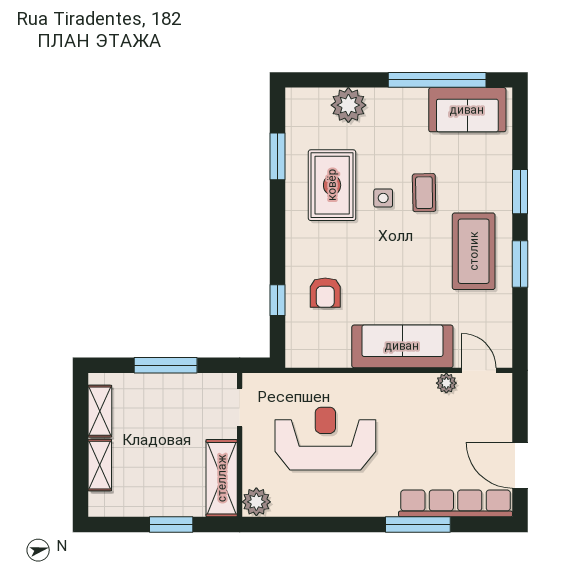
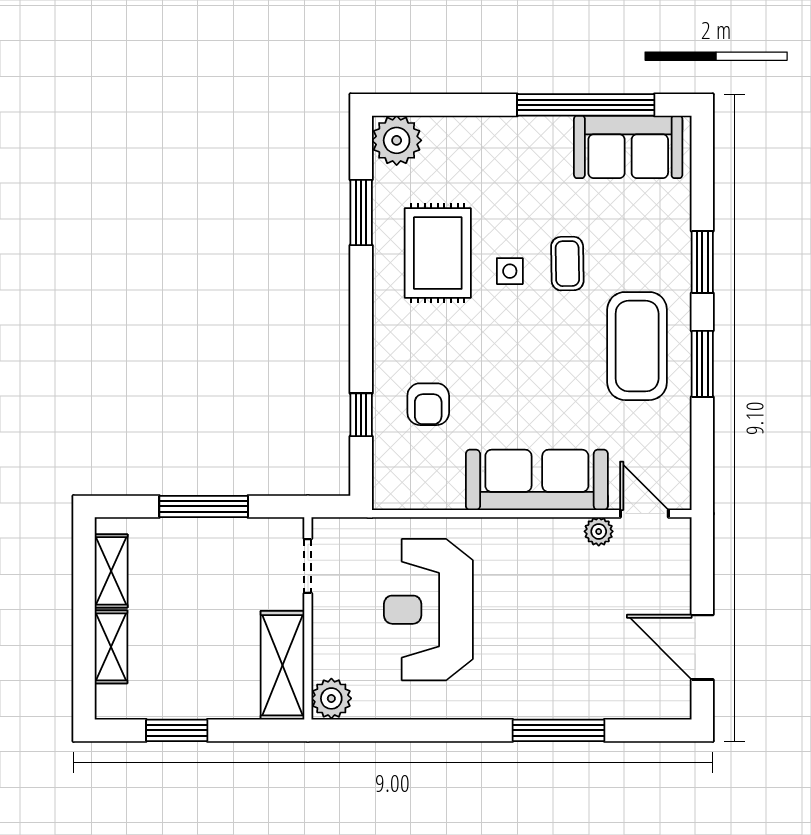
plant: (348, 105) -> (397, 140), moved
reception desk: (325, 439) -> (428, 610), turned -90
row of seats: (456, 503) -> (612, 701), removed
window: (171, 524) -> (177, 730), moved

